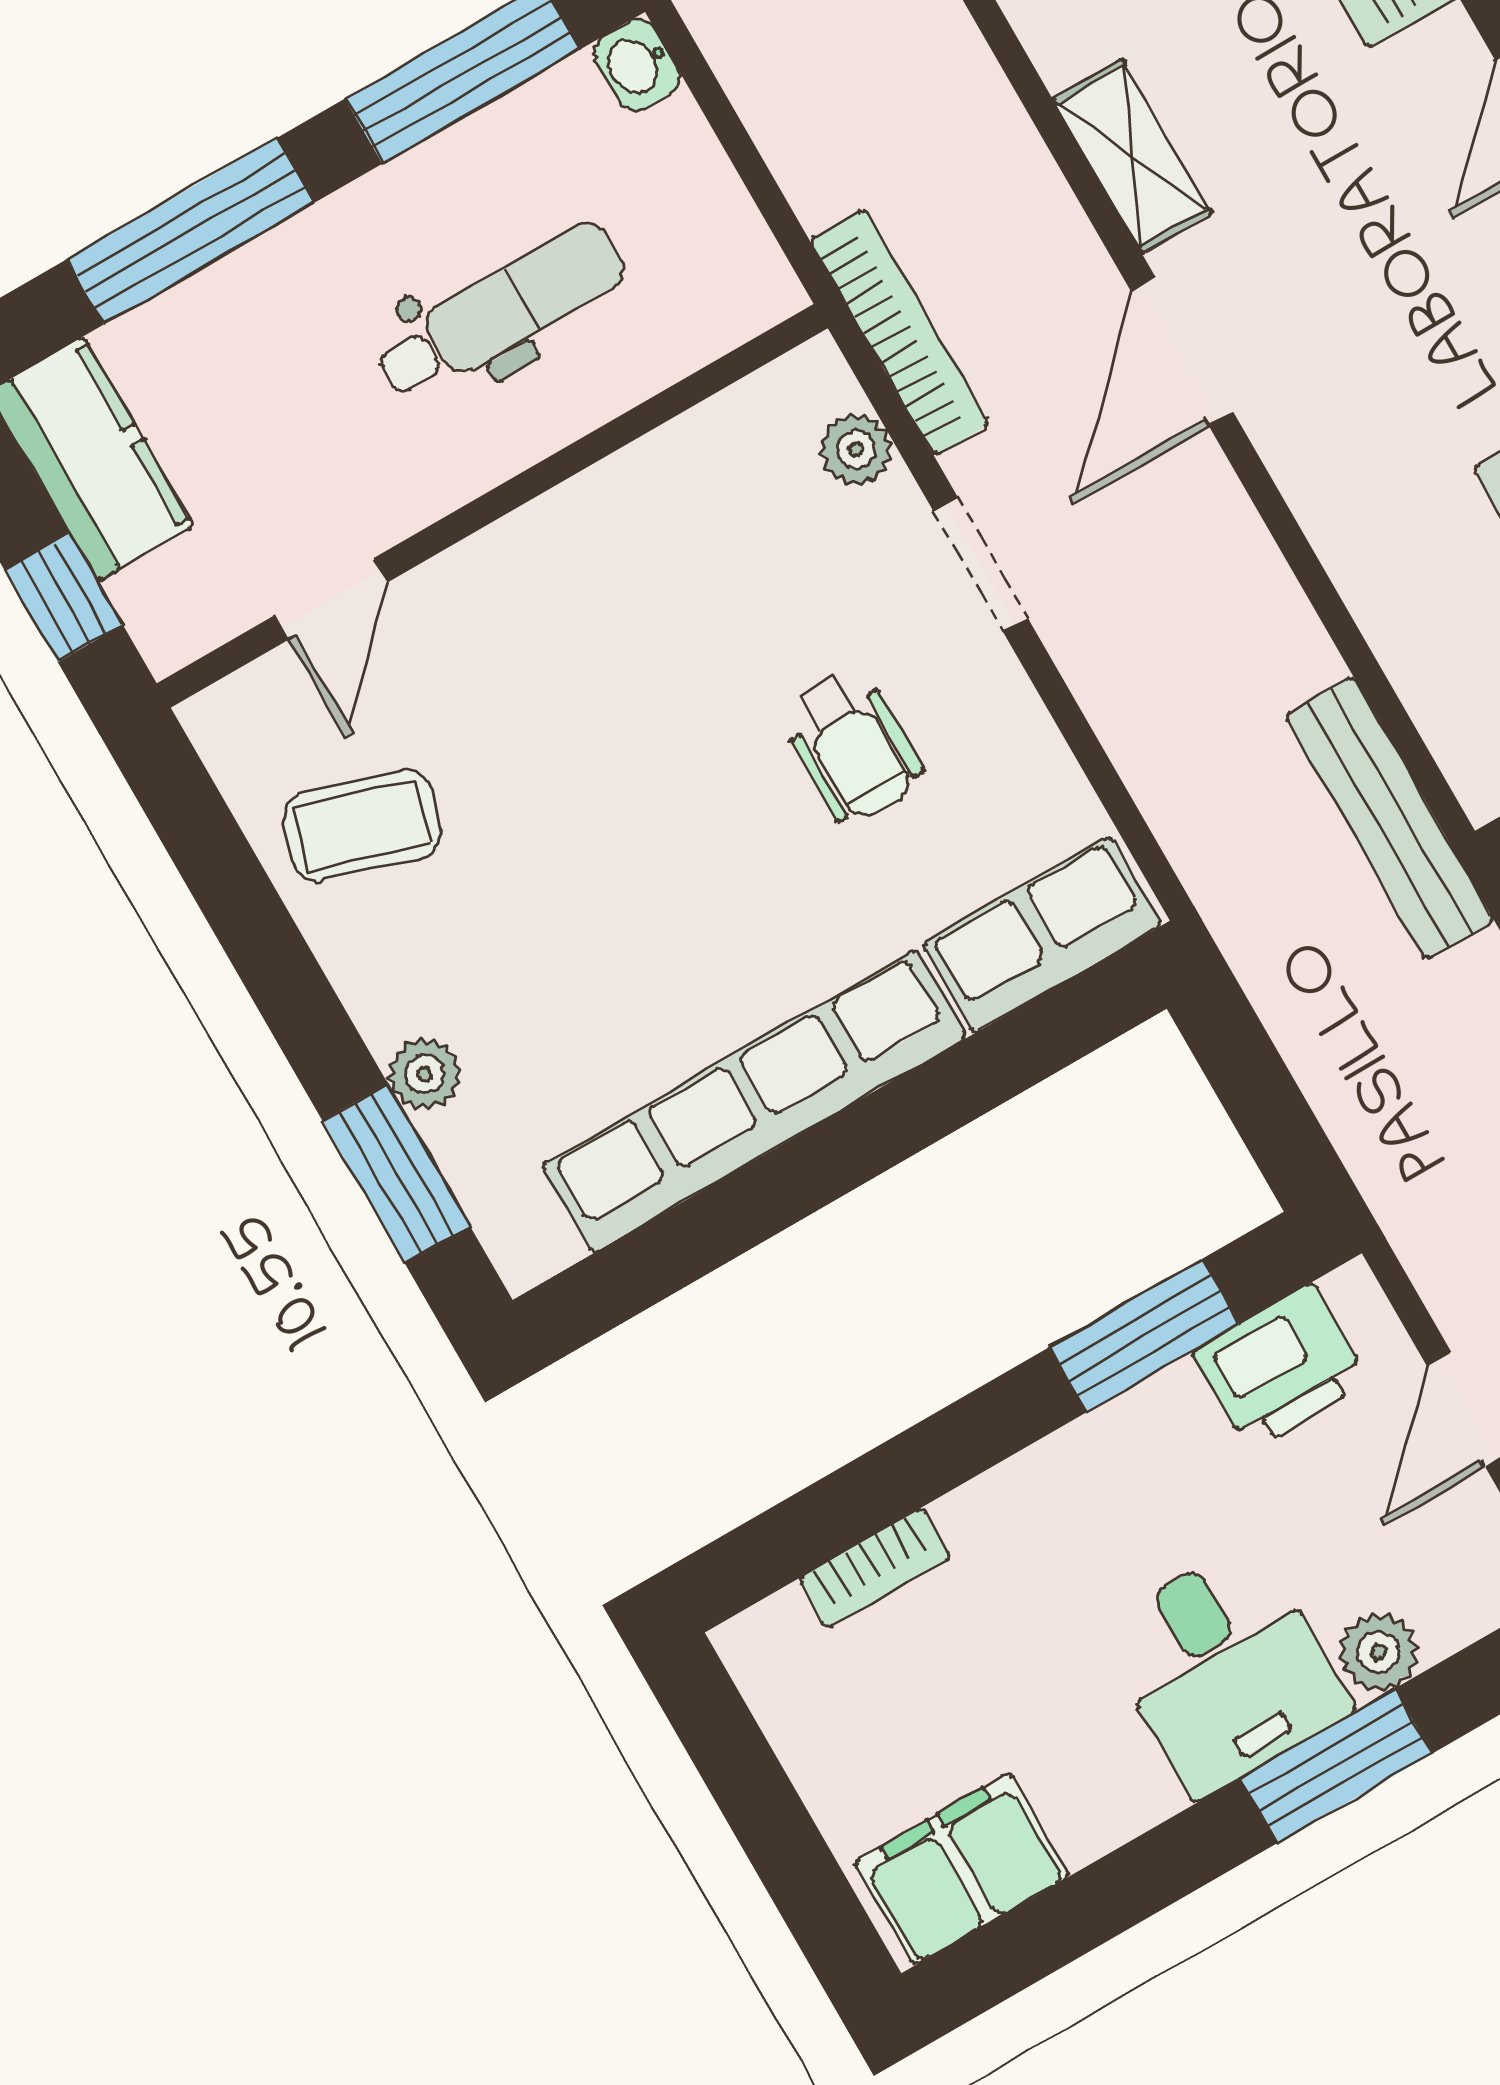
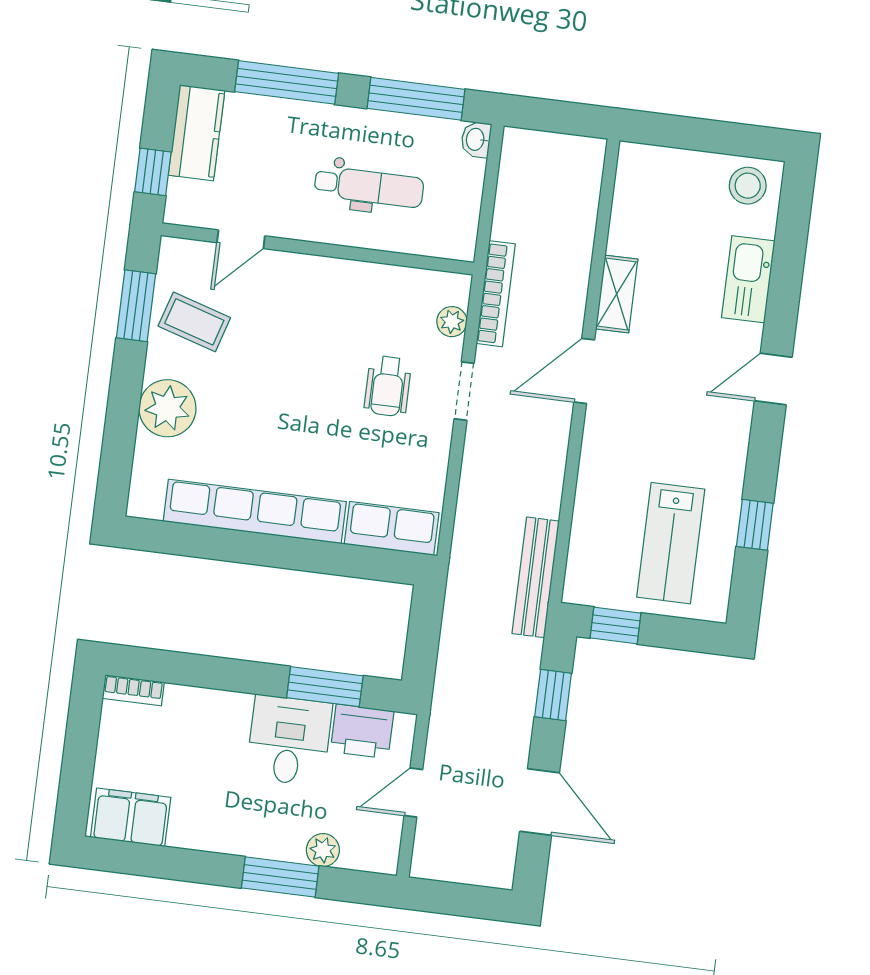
wheelchair: (852, 746) -> (388, 386), moved
plant: (425, 1074) -> (167, 408), width x1.88, depth x1.88
window: (396, 1173) -> (136, 306), moved
bookcase: (875, 1568) -> (133, 690), moved
desk: (1225, 1669) -> (289, 740), moved, turned 180

